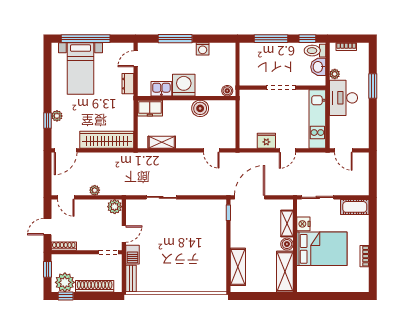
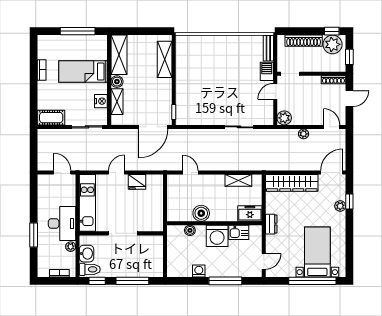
dresser: (128, 84) -> (271, 224), moved
boiler: (227, 91) -> (190, 230), moved
bed: (322, 249) -> (83, 72), width x0.67
window: (327, 296) -> (78, 31), added

